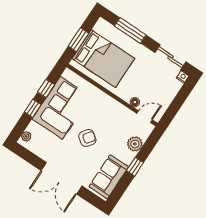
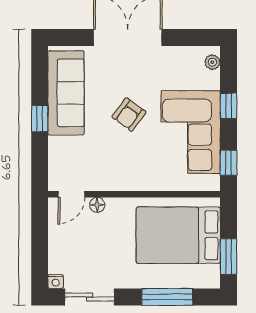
window: (78, 40) -> (229, 256), moved
window: (46, 88) -> (229, 163), moved
plant: (135, 144) -> (60, 149), removed
sofa: (109, 177) -> (66, 93), width x1.36

